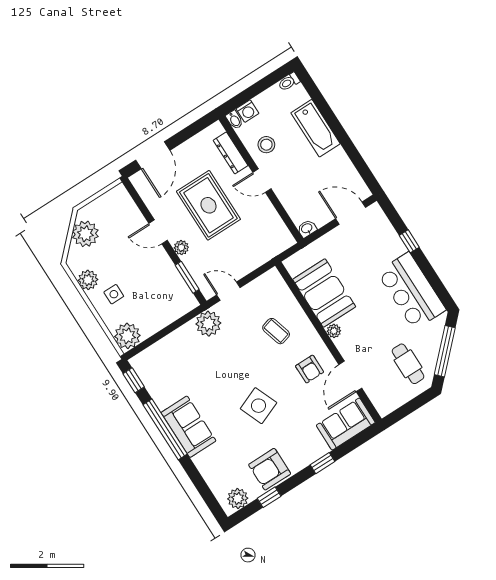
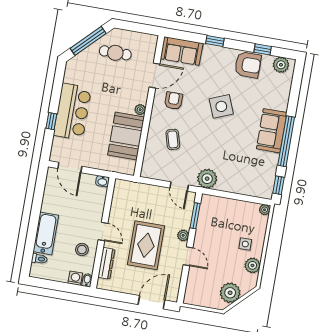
toilet: (289, 82) -> (39, 259), moved
bar counter: (411, 291) -> (72, 112), moved
plant: (127, 336) -> (265, 210), width x0.53, depth x0.53
cafe table: (408, 364) -> (115, 53), turned 90

